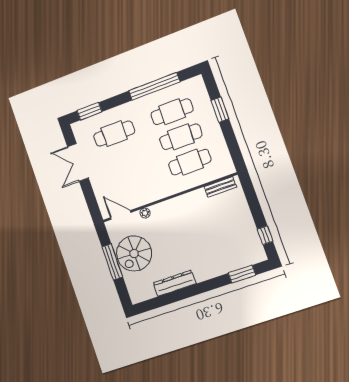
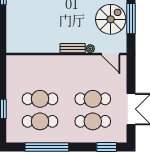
cafe table: (190, 162) -> (93, 99), moved
bench: (220, 187) -> (73, 48), moved

